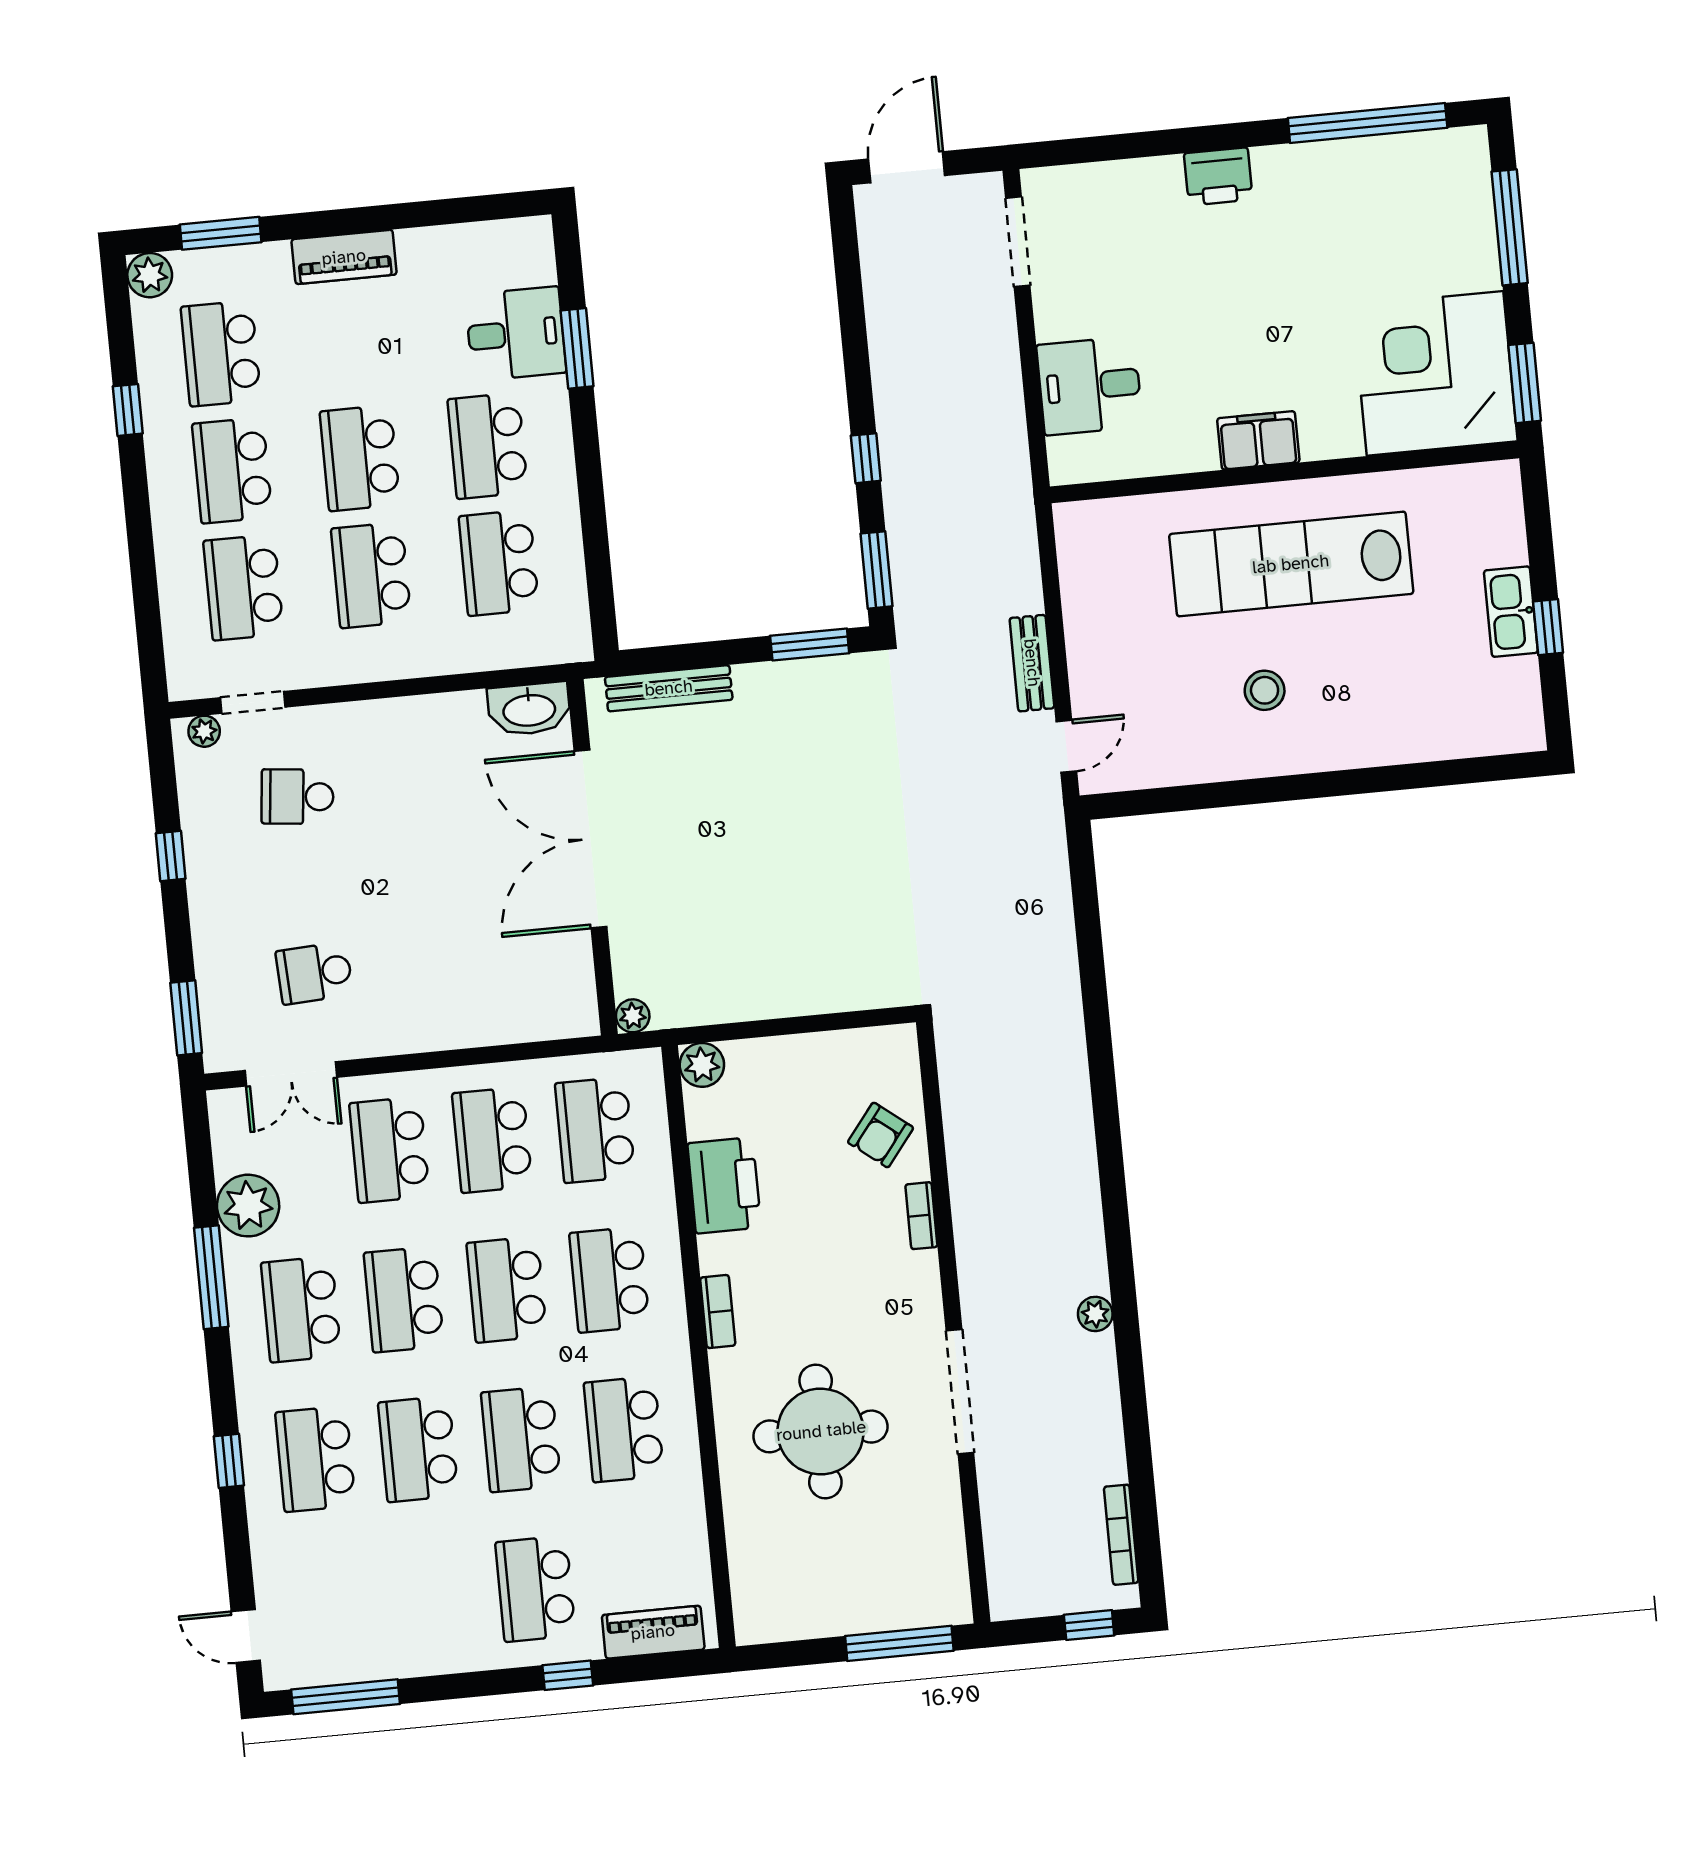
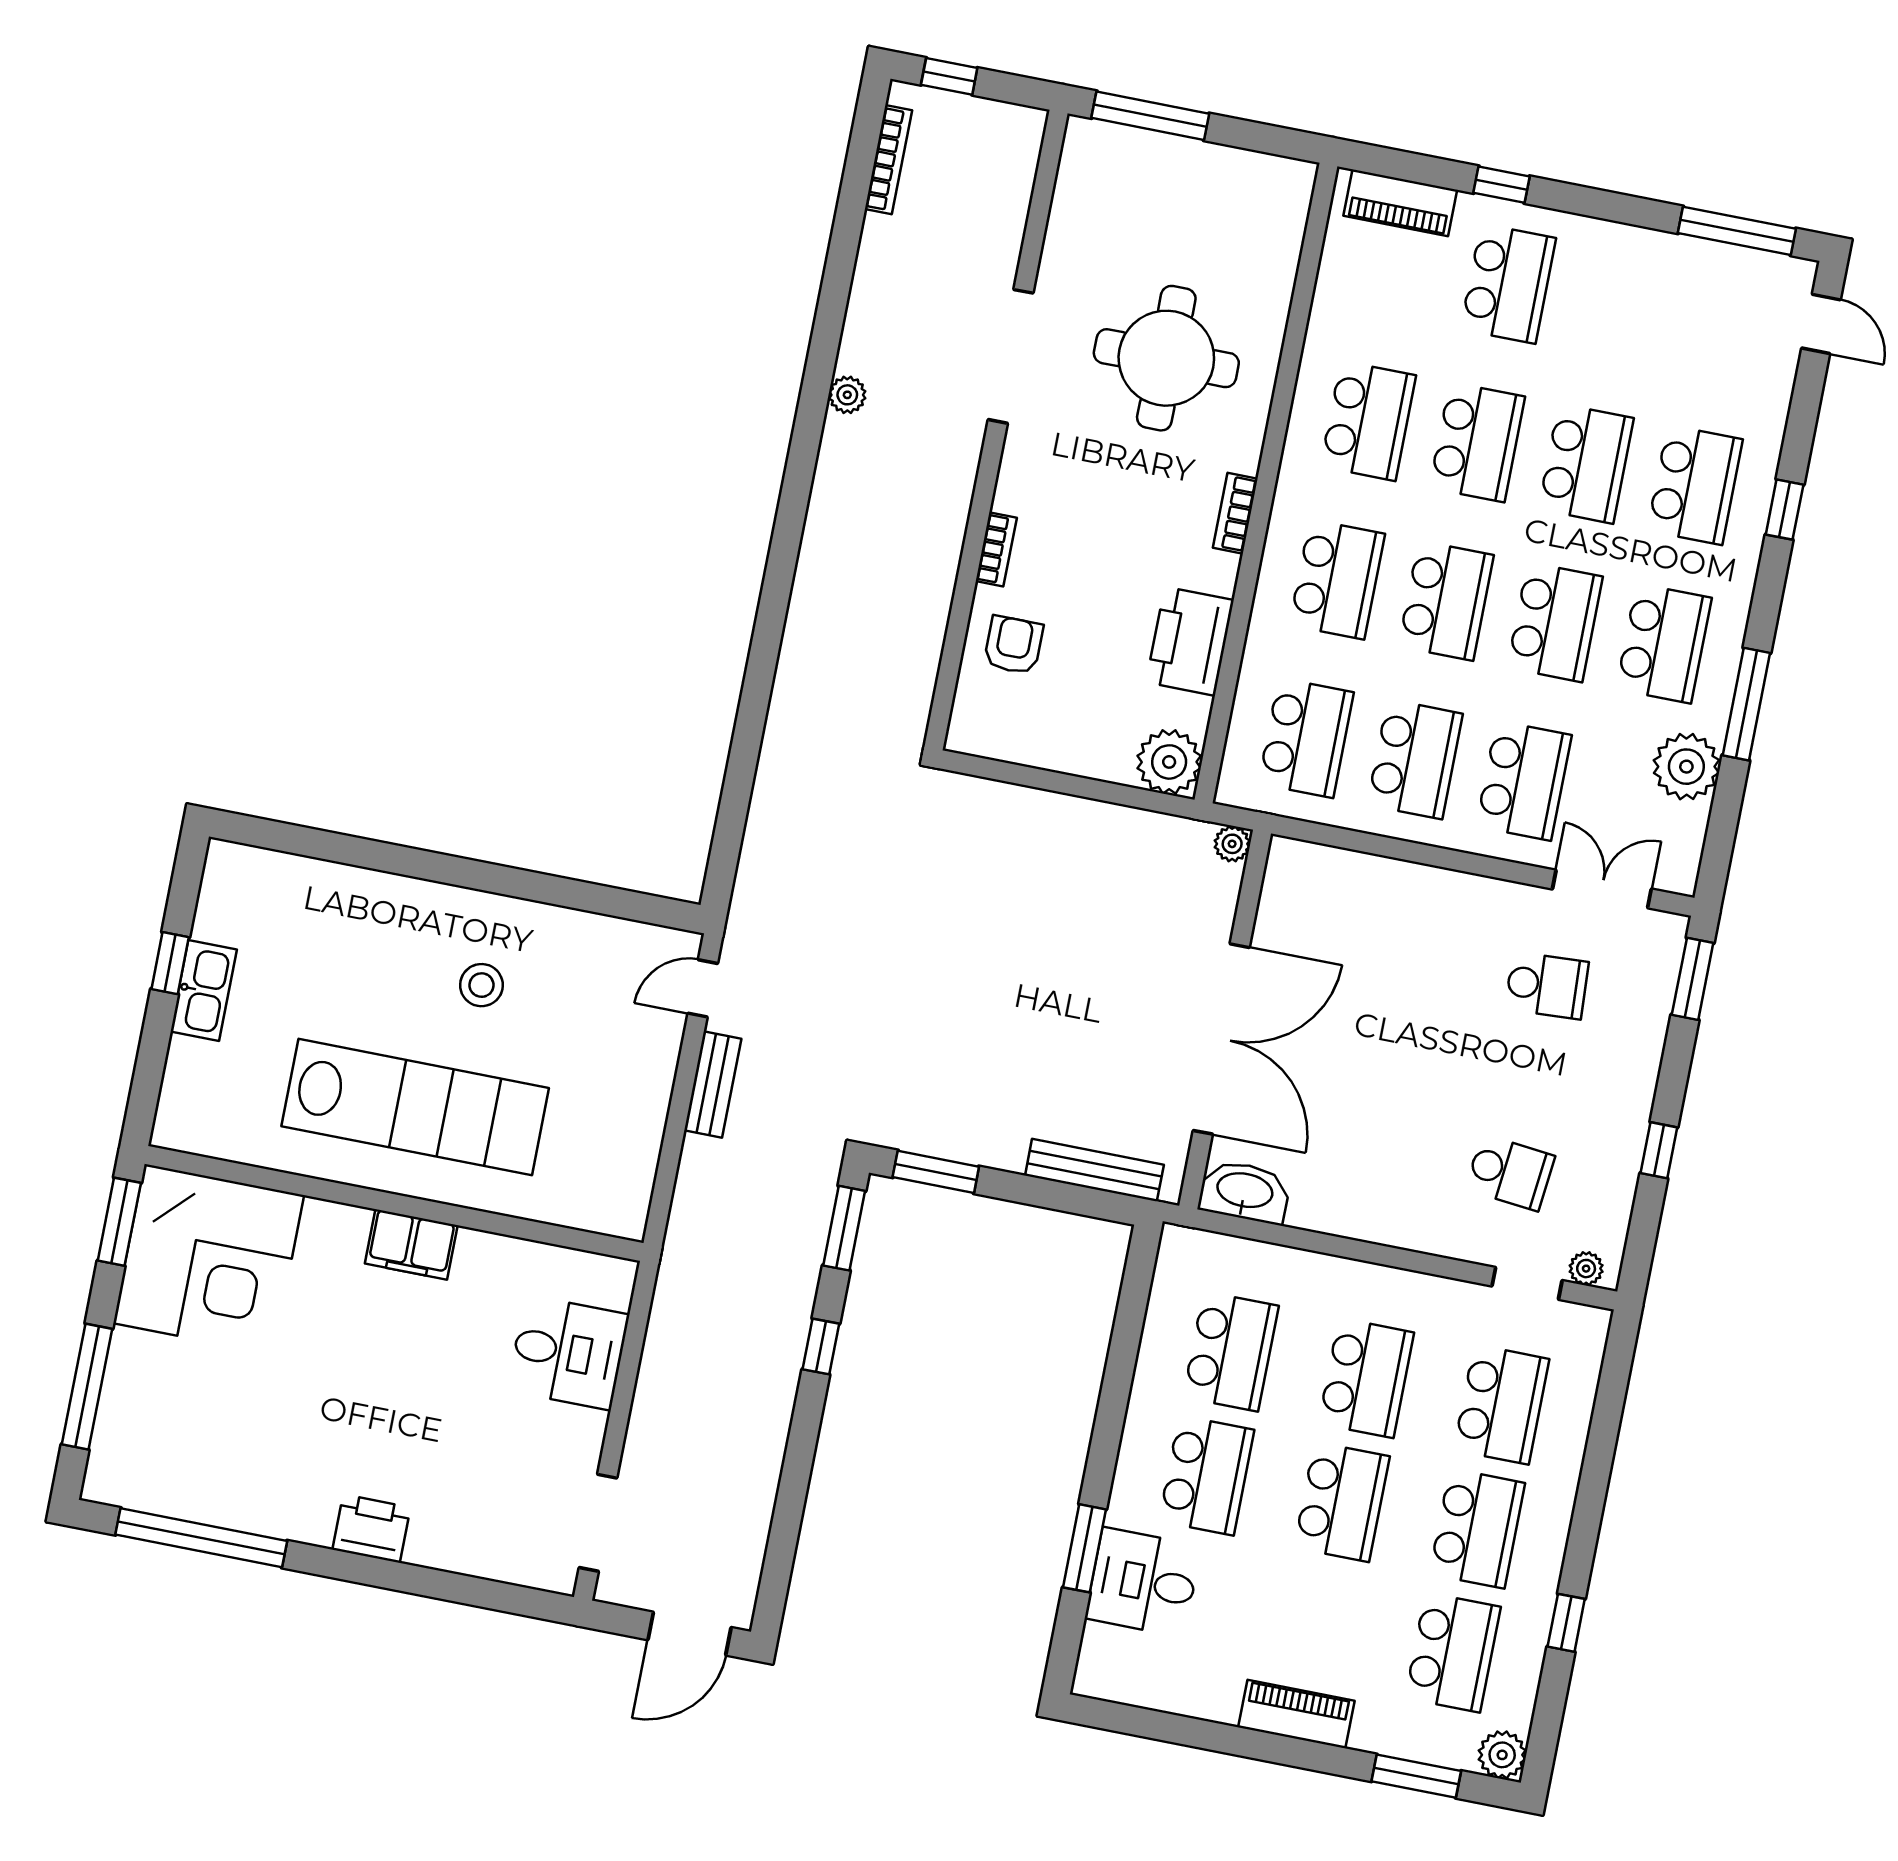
plant: (702, 1065) -> (1169, 762), width x1.36, depth x1.36
armchair: (881, 1135) -> (1013, 645), turned -38

